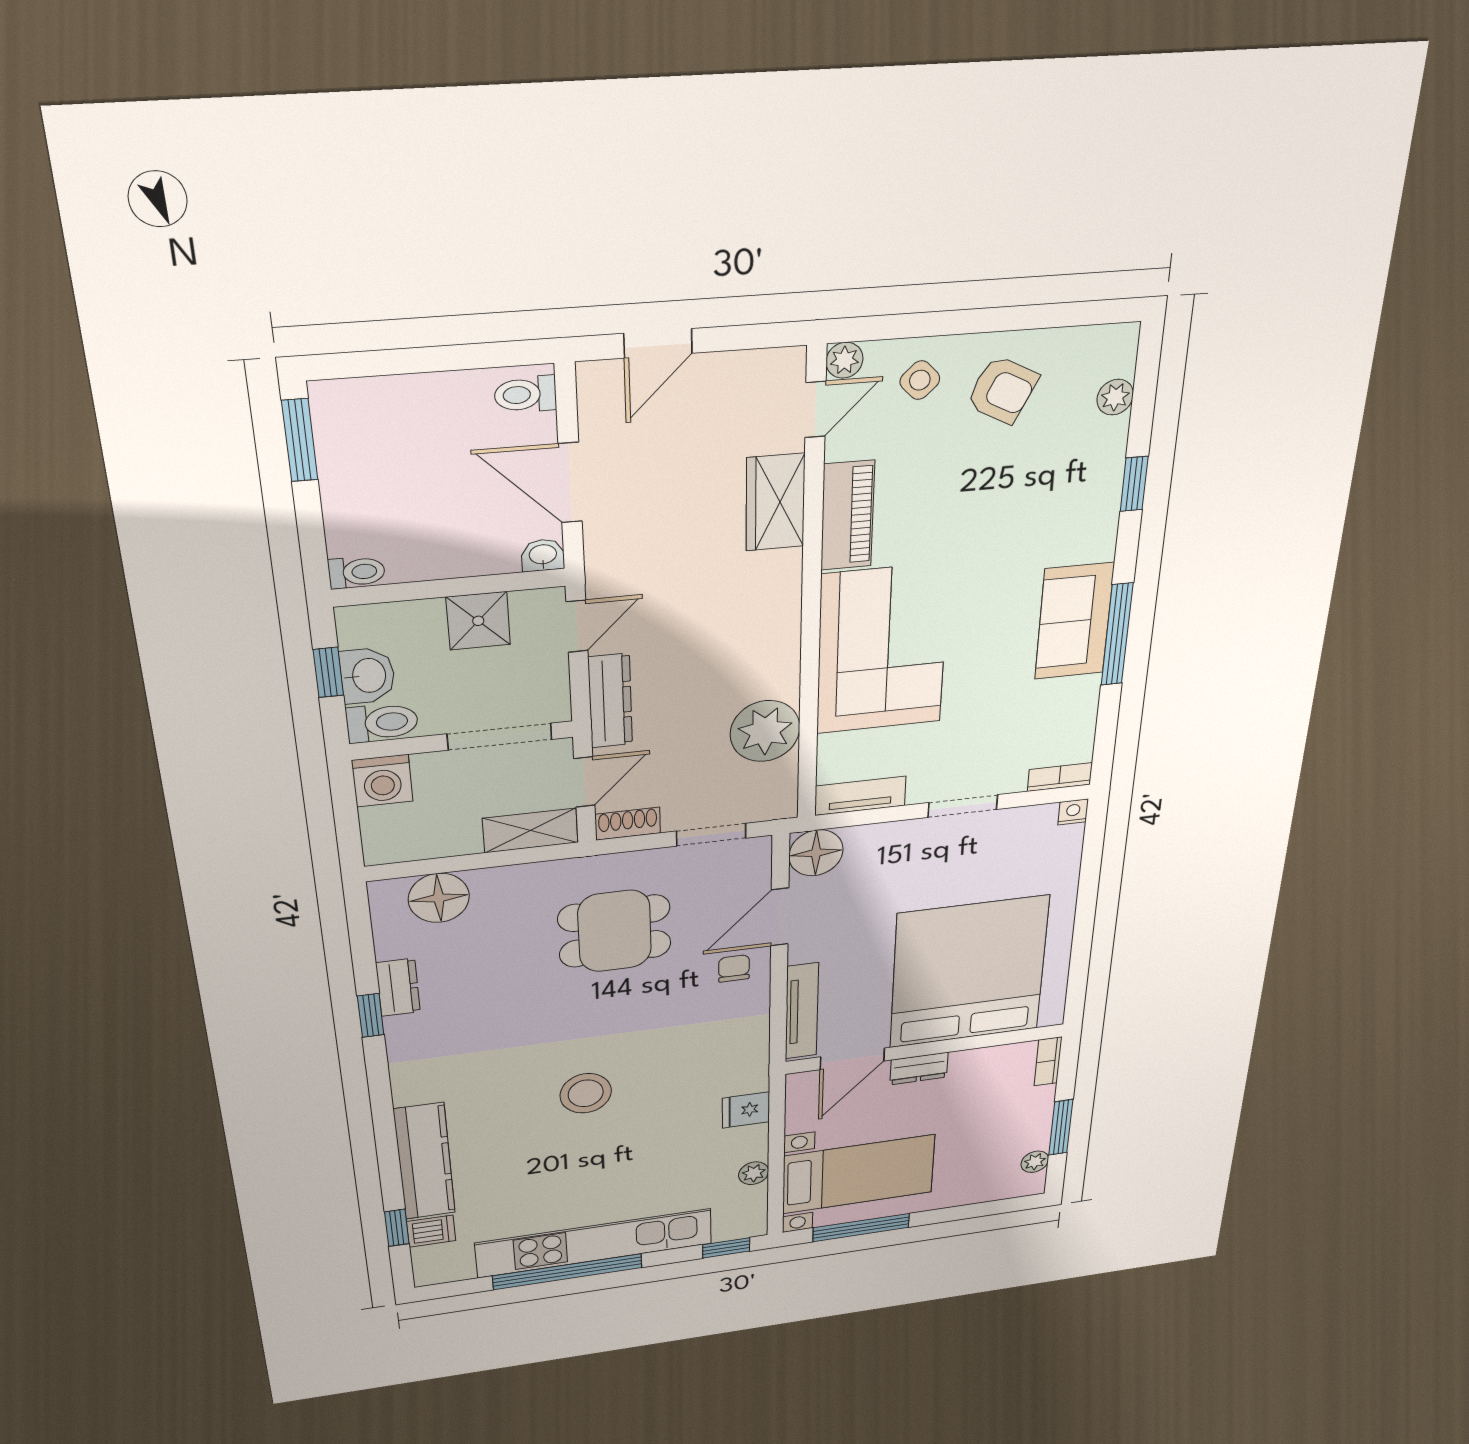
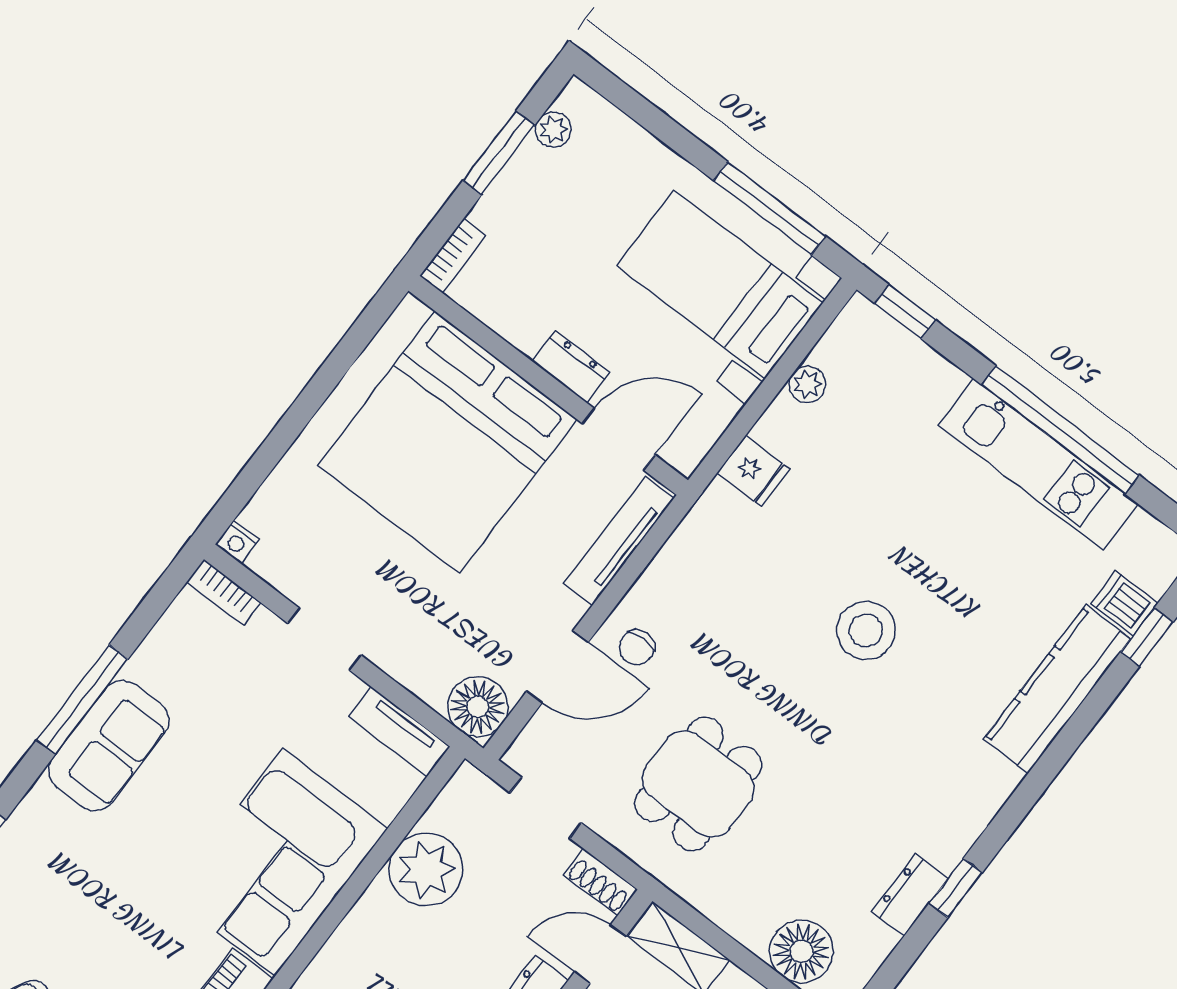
dining table: (615, 931) -> (698, 784), turned 90
kitchen unit: (595, 1243) -> (1038, 464), width x0.73

